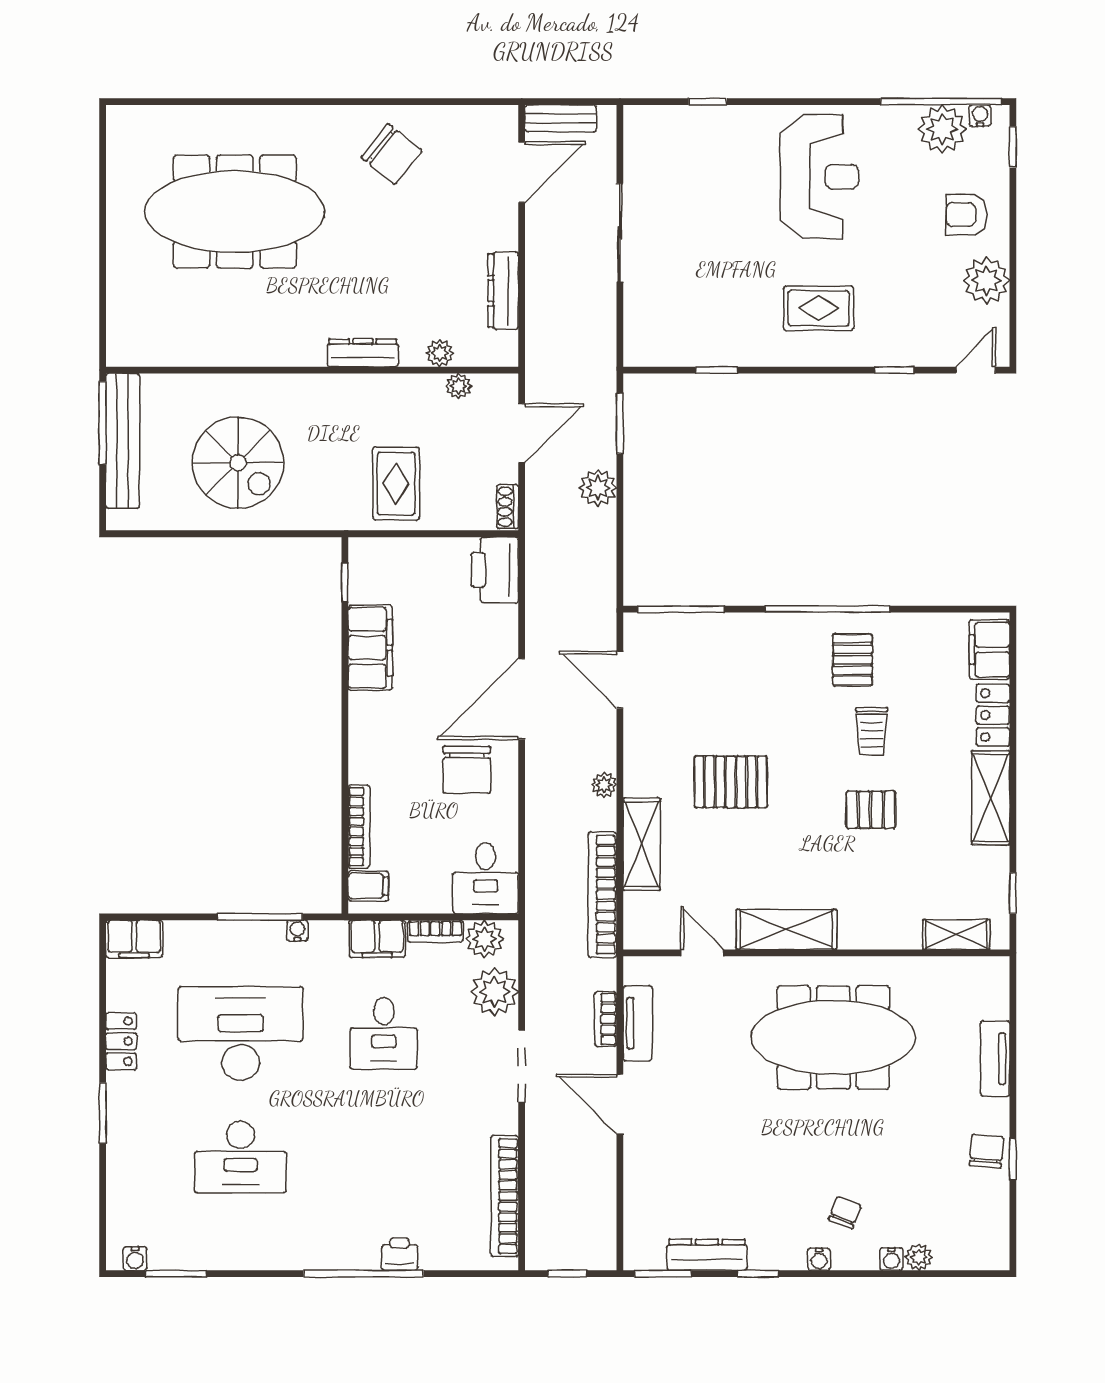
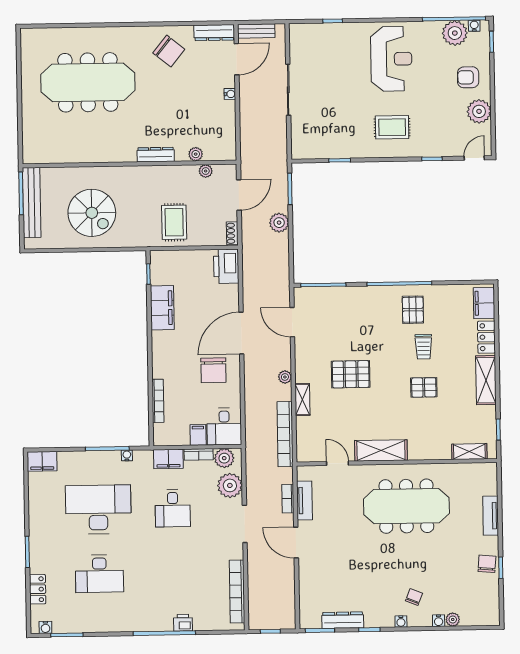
water cooler: (508, 239) -> (230, 94), added
dresser: (503, 291) -> (214, 33), moved, turned -90
shelving: (642, 844) -> (302, 399), width x0.67, depth x0.75
filing cabinet: (368, 886) -> (198, 435), moved, turned -90
locker: (121, 1041) -> (38, 589), moved

